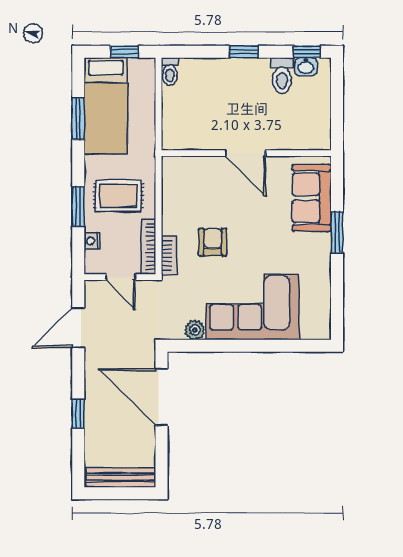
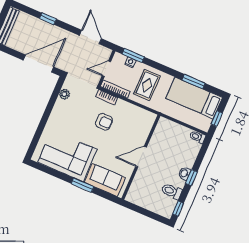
washbasin: (306, 67) -> (184, 173), moved
window: (78, 206) -> (133, 56), moved
corner sofa: (253, 307) -> (67, 156), moved, turned -90

